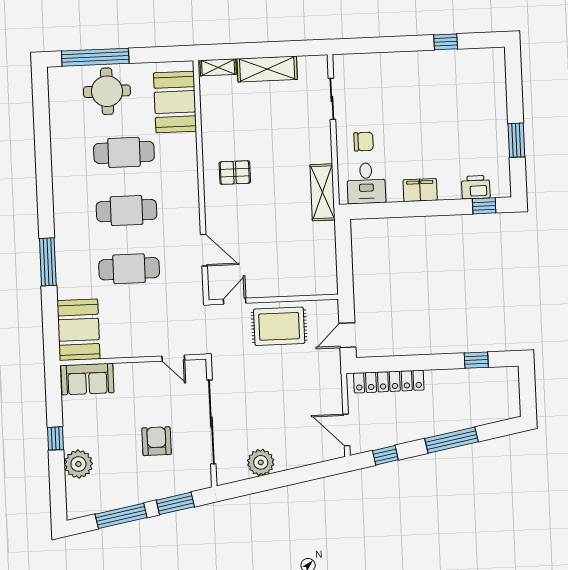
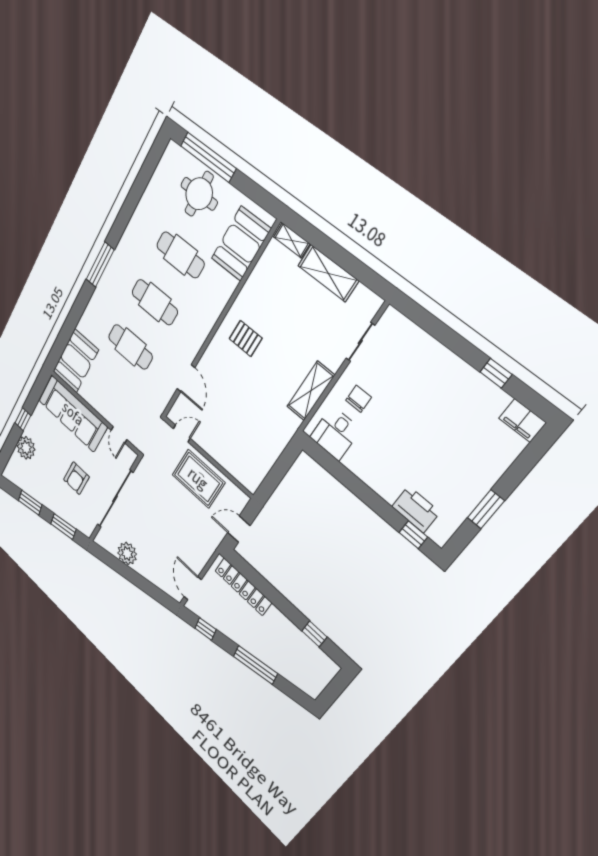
chair: (364, 142) -> (359, 399), turned -90
printer: (476, 187) -> (416, 509), width x1.37, depth x1.19
filing cabinet: (420, 190) -> (522, 421), moved, turned 180
shelving: (322, 192) -> (311, 391), moved
window: (48, 262) -> (100, 265), moved
sofa: (87, 379) -> (73, 414), width x1.85, depth x1.27
armchair: (157, 441) -> (76, 478), turned 180
window: (121, 516) -> (30, 503), width x0.69

